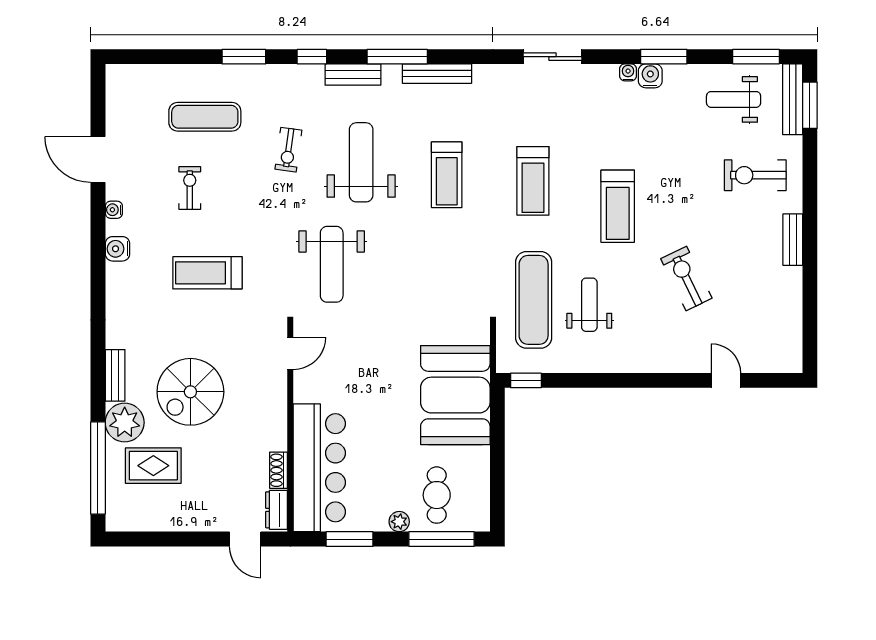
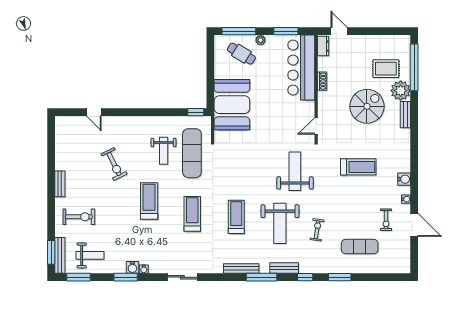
exercise bike: (190, 188) -> (386, 220), moved
shoe rack: (279, 470) -> (322, 81), moved
cafe table: (437, 495) -> (241, 54), turned -59

